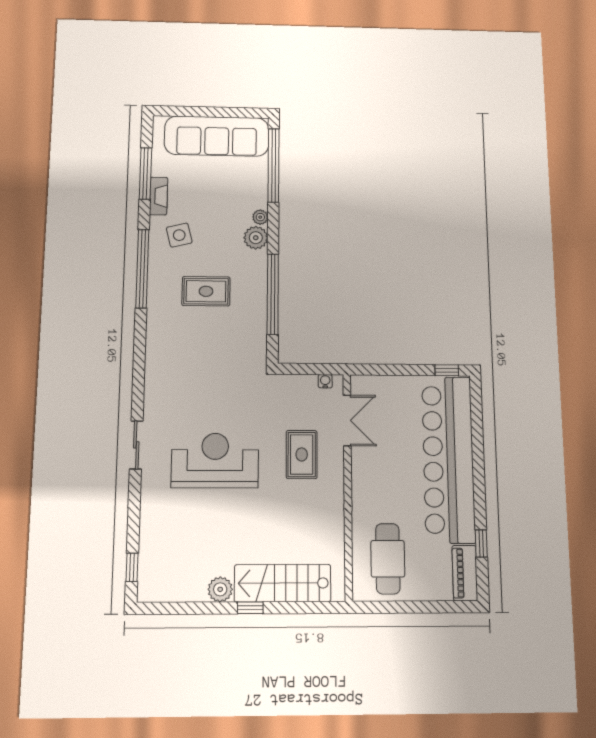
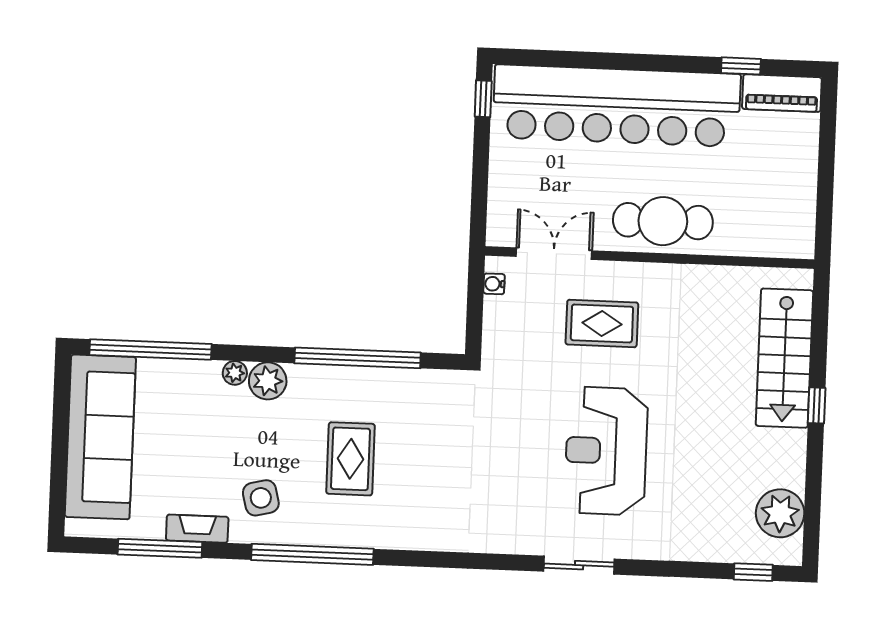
cafe table: (388, 559) -> (663, 221), moved
plant: (220, 589) -> (780, 513), moved, width x1.36, depth x1.36

